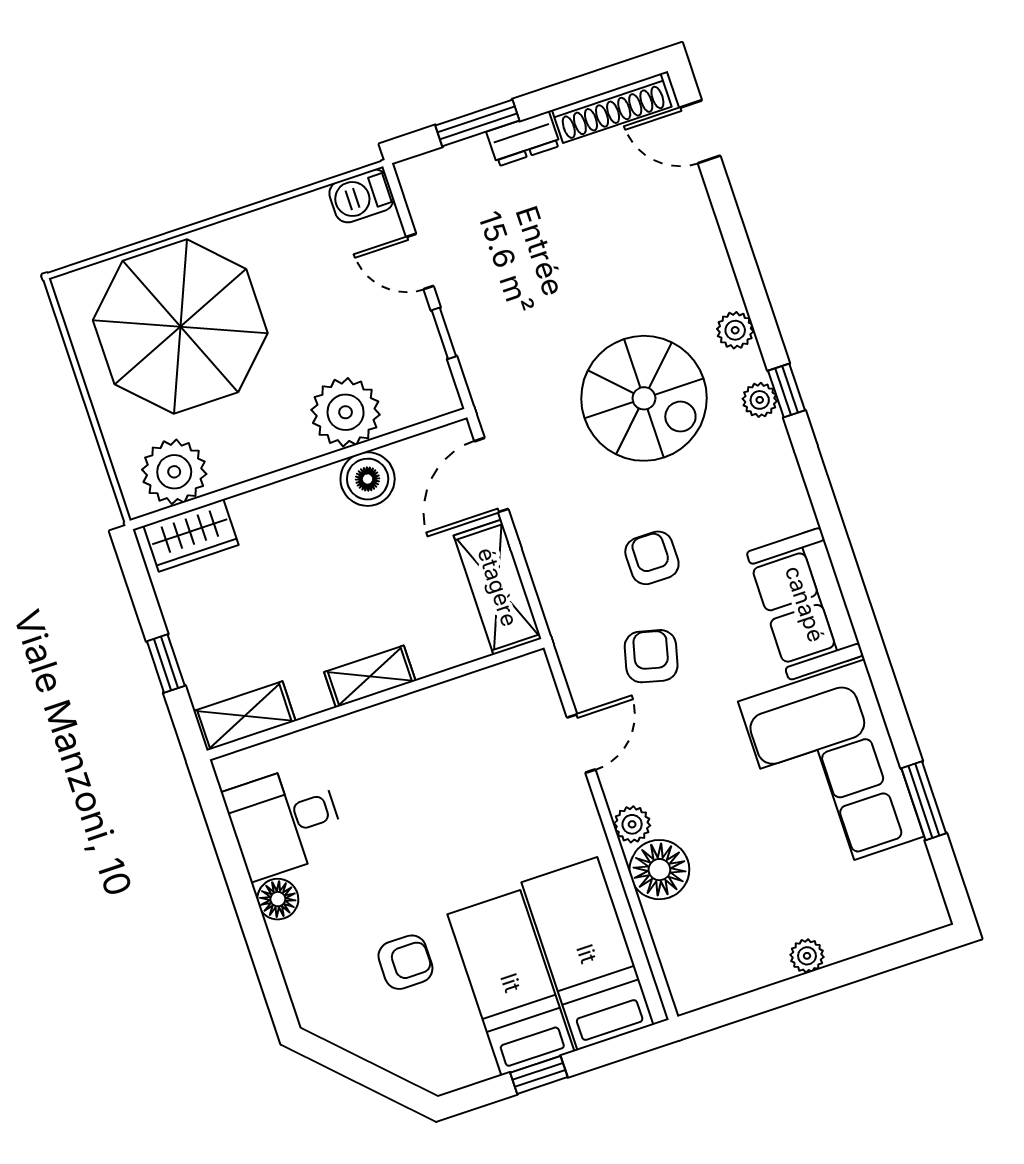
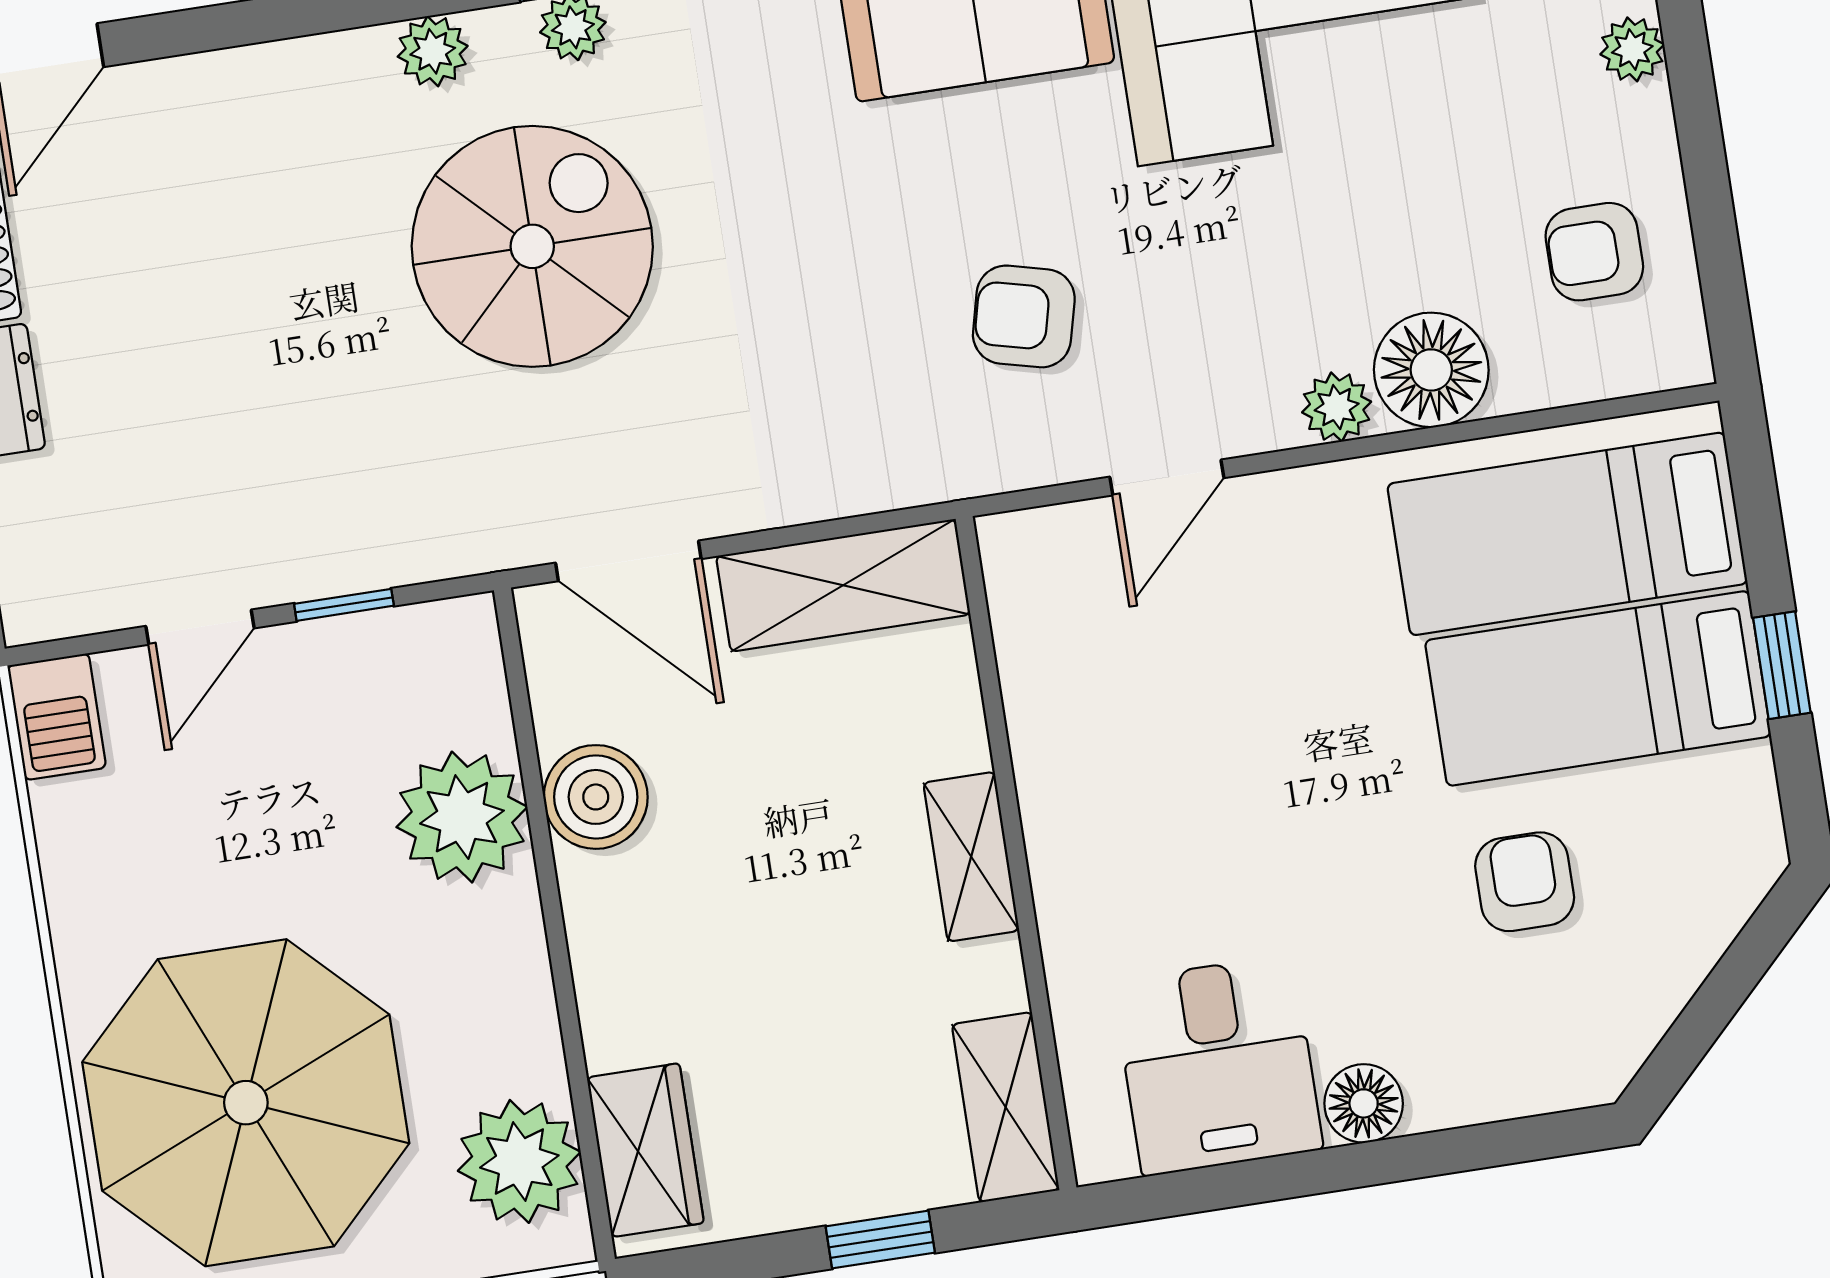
armchair: (652, 558) -> (1594, 252), moved
door: (581, 744) -> (1167, 477), swing flipped
plant: (807, 956) -> (1632, 49), moved

